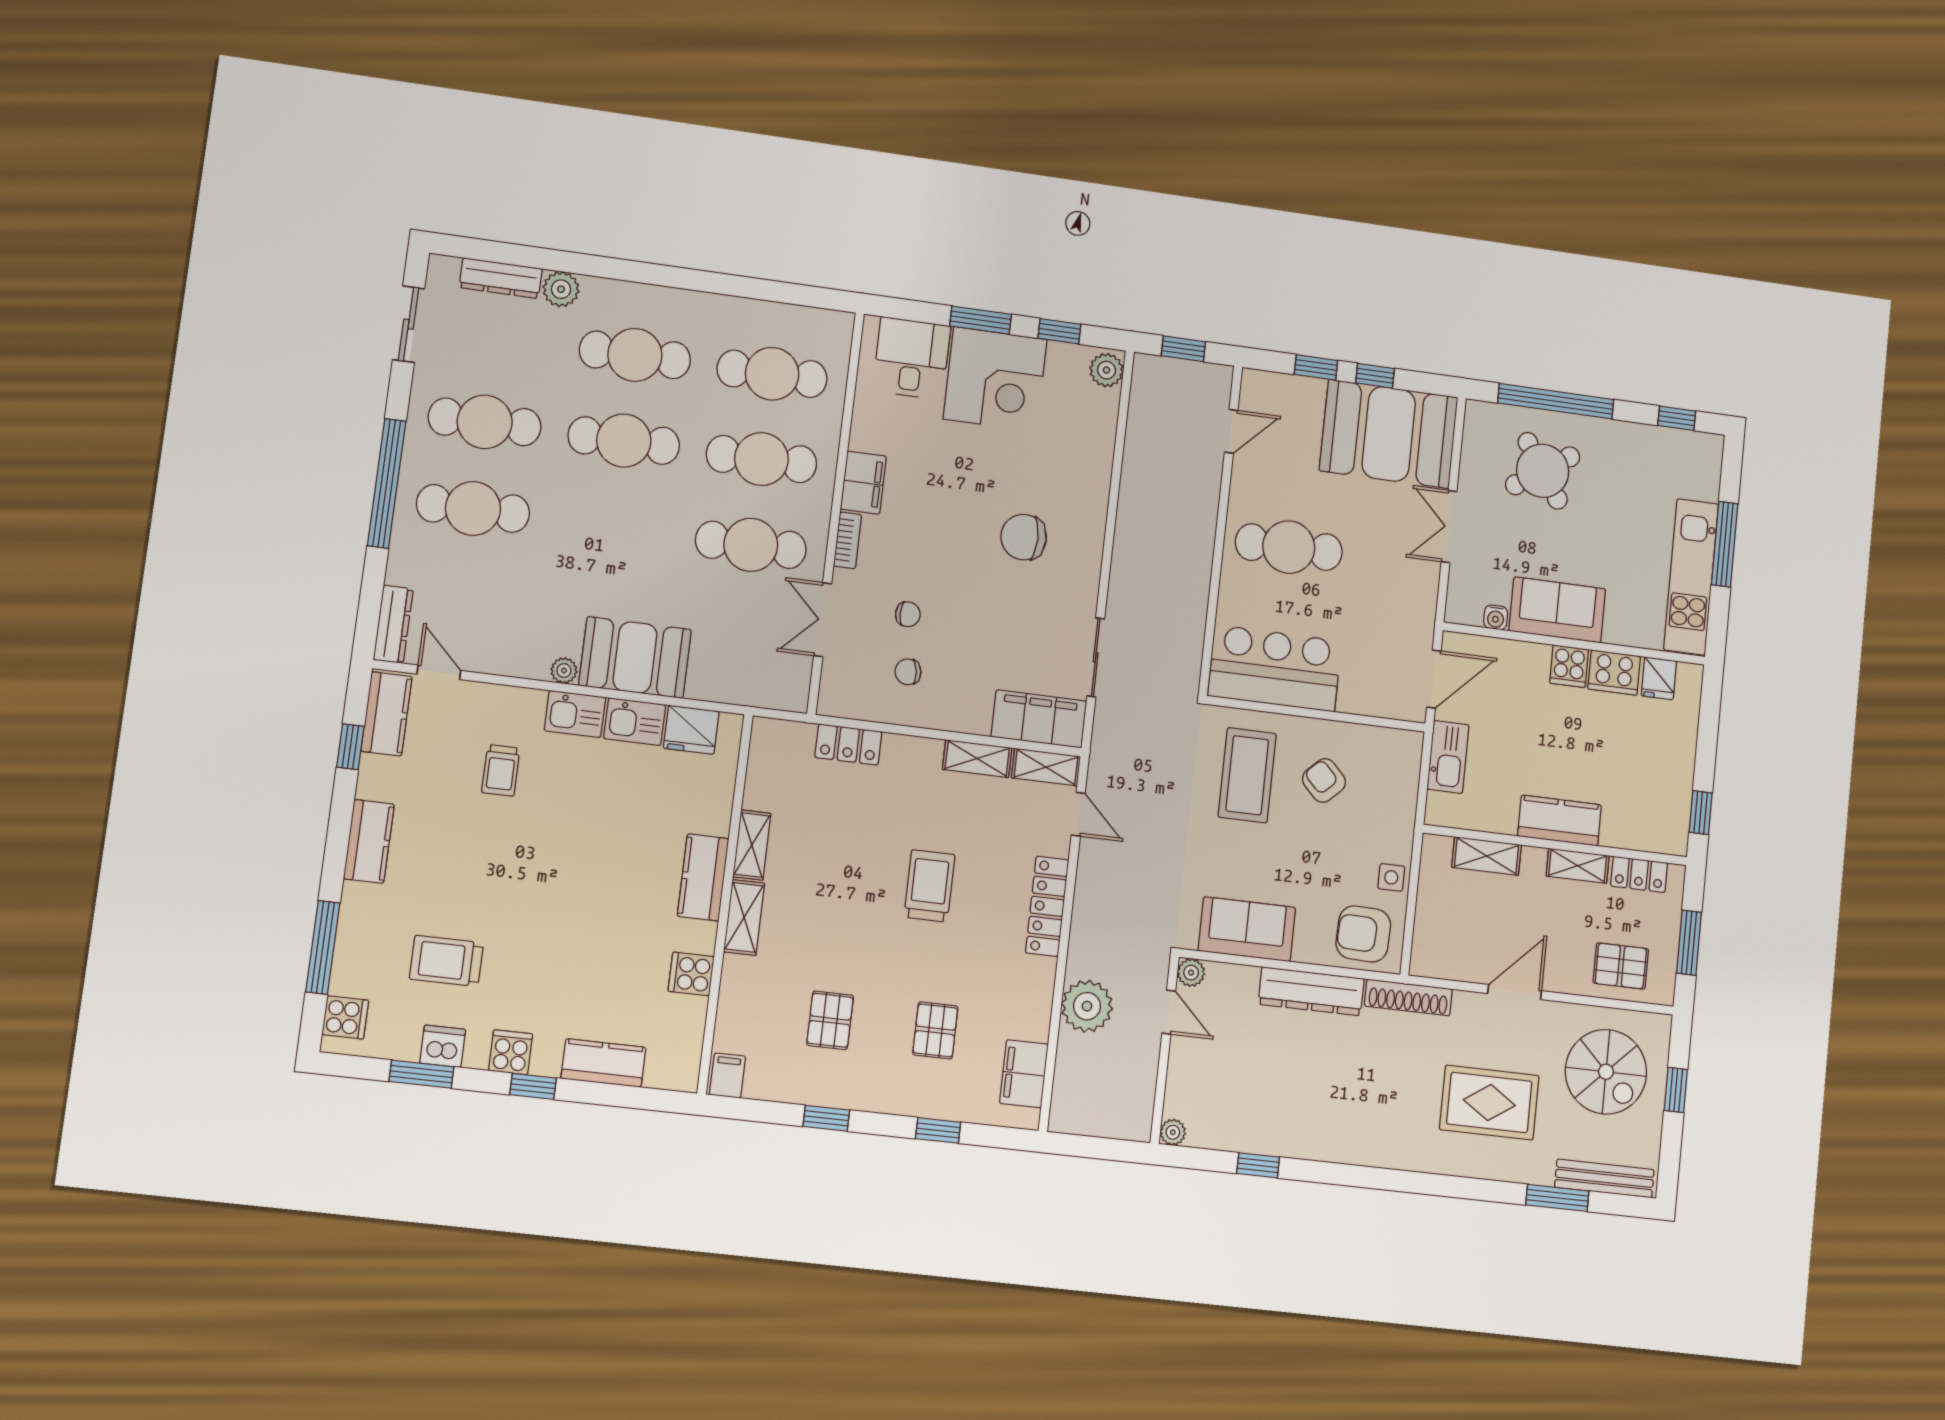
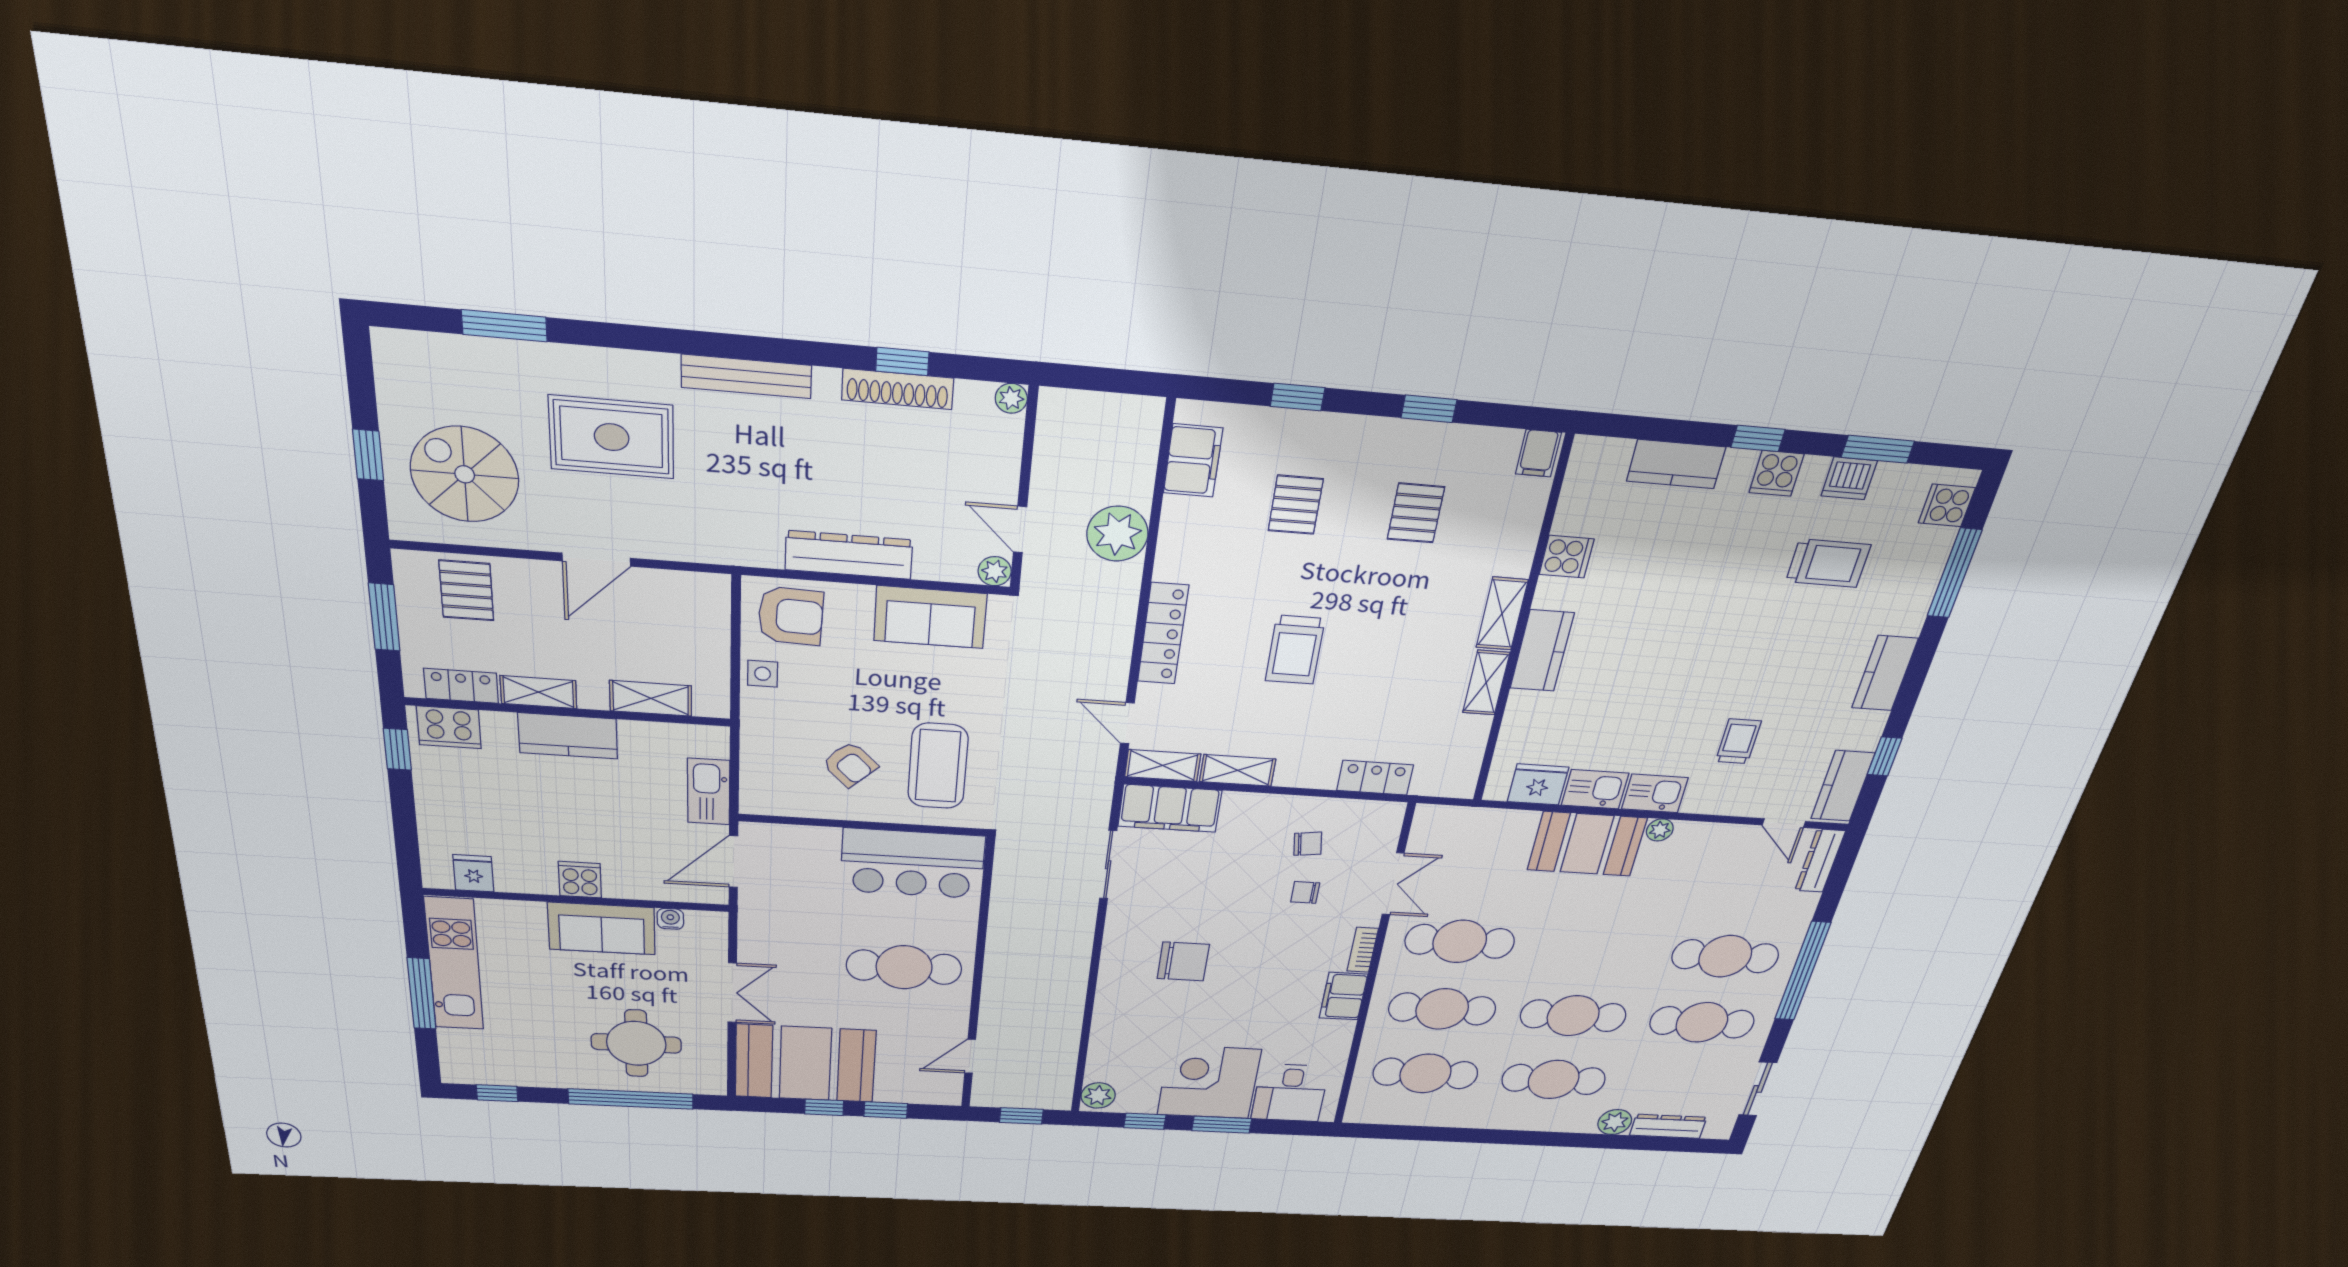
round table: (1543, 471) -> (636, 1043), turned 34
cooker: (1614, 672) -> (449, 727), moved, turned 180
pallet: (1621, 966) -> (466, 590), turned 90
shoe rack: (1408, 997) -> (898, 389), moved, turned 180
bench: (1604, 1178) -> (746, 376), moved

